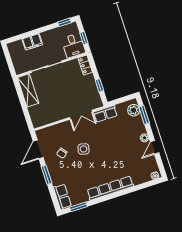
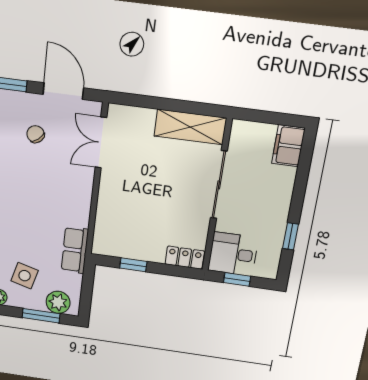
window: (64, 22) -> (290, 236), moved
filing cabinet: (32, 42) -> (288, 146), moved
double door: (81, 115) -> (101, 143), moved
side table: (84, 149) -> (25, 276), moved

